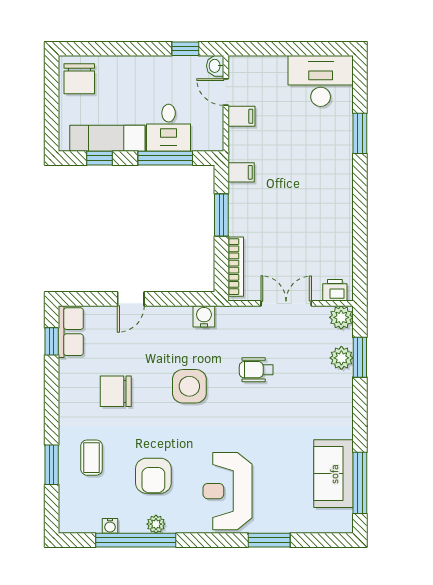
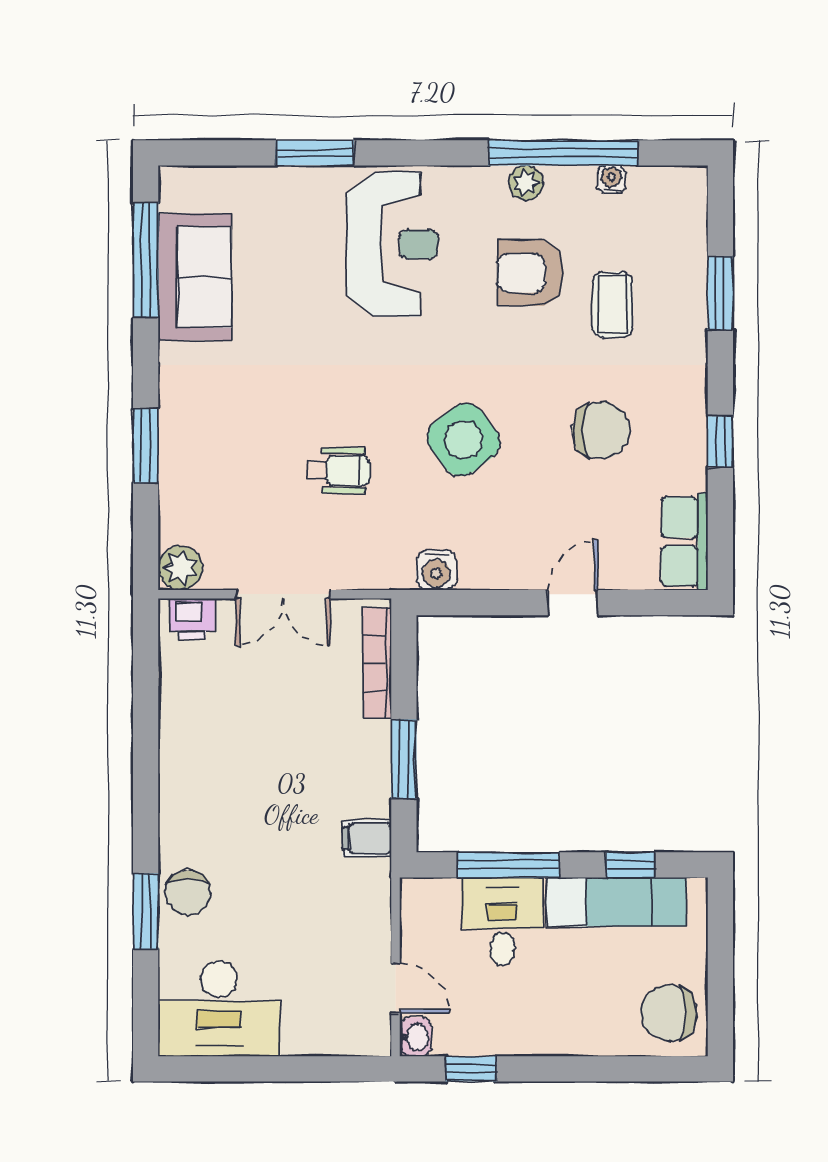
chair: (79, 79) -> (669, 1013), turned -90
filing cabinet: (241, 116) -> (366, 943), removed
chair: (337, 143) -> (188, 893), added
window: (52, 341) -> (720, 442), moved
window: (360, 357) -> (146, 446), moved
plant: (341, 358) -> (180, 493), removed
side table: (189, 386) -> (464, 440), turned -37
coffee table: (92, 458) -> (612, 305), moved
armchair: (153, 476) -> (531, 273), turned -90

